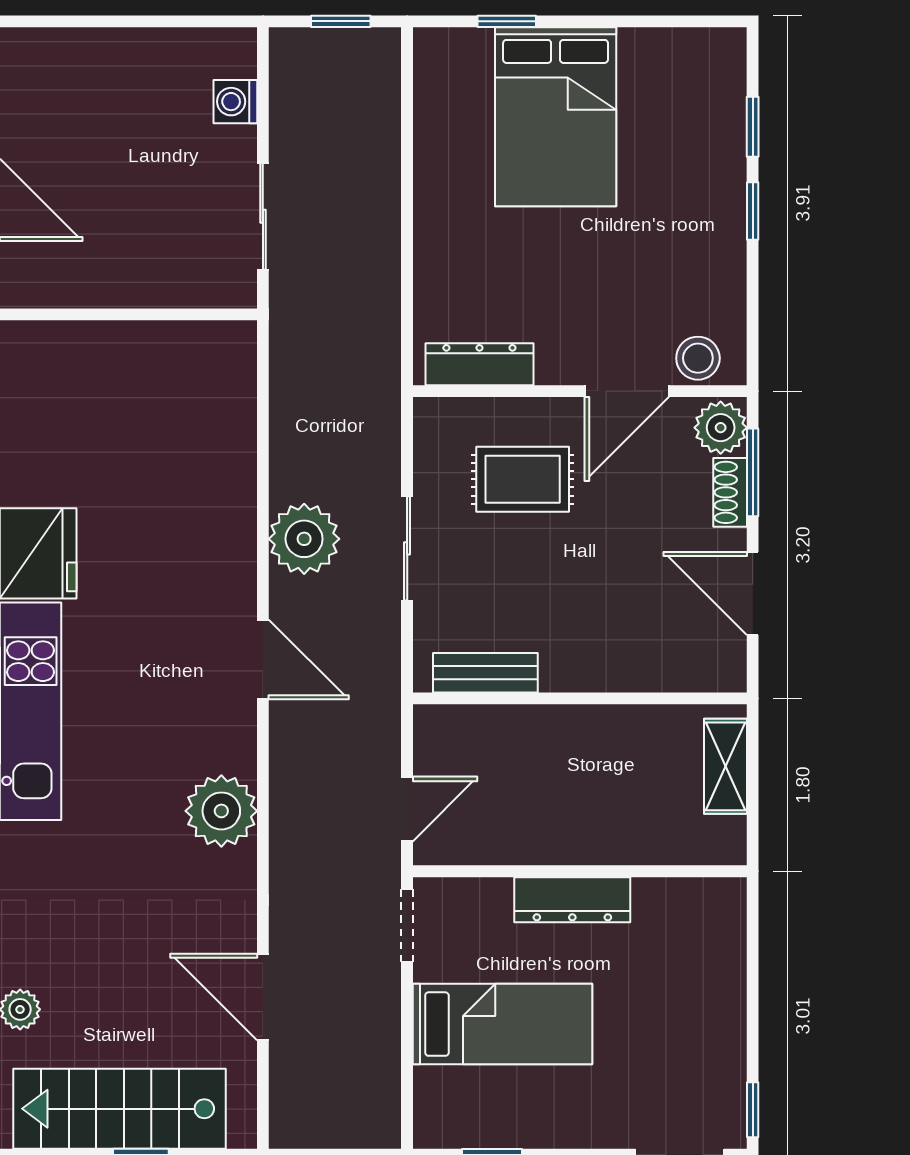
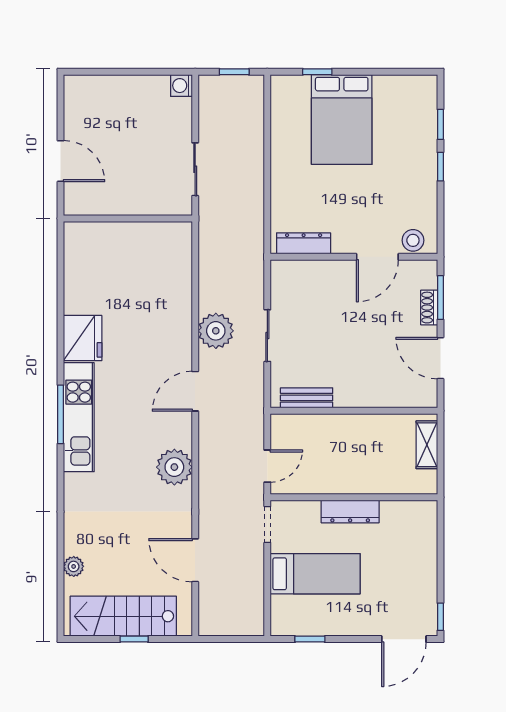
washing machine: (235, 102) -> (181, 86), moved
plant: (721, 428) -> (424, 275), removed
rug: (523, 479) -> (325, 301), removed
door: (263, 659) -> (195, 391), swing flipped

